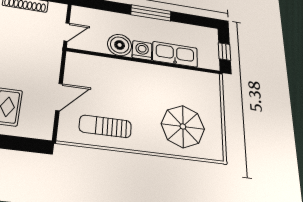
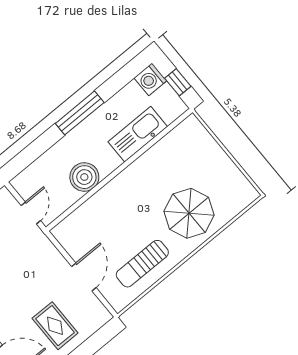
washing machine: (142, 50) -> (150, 79), moved, turned -90
parasol: (183, 126) -> (189, 213), moved

